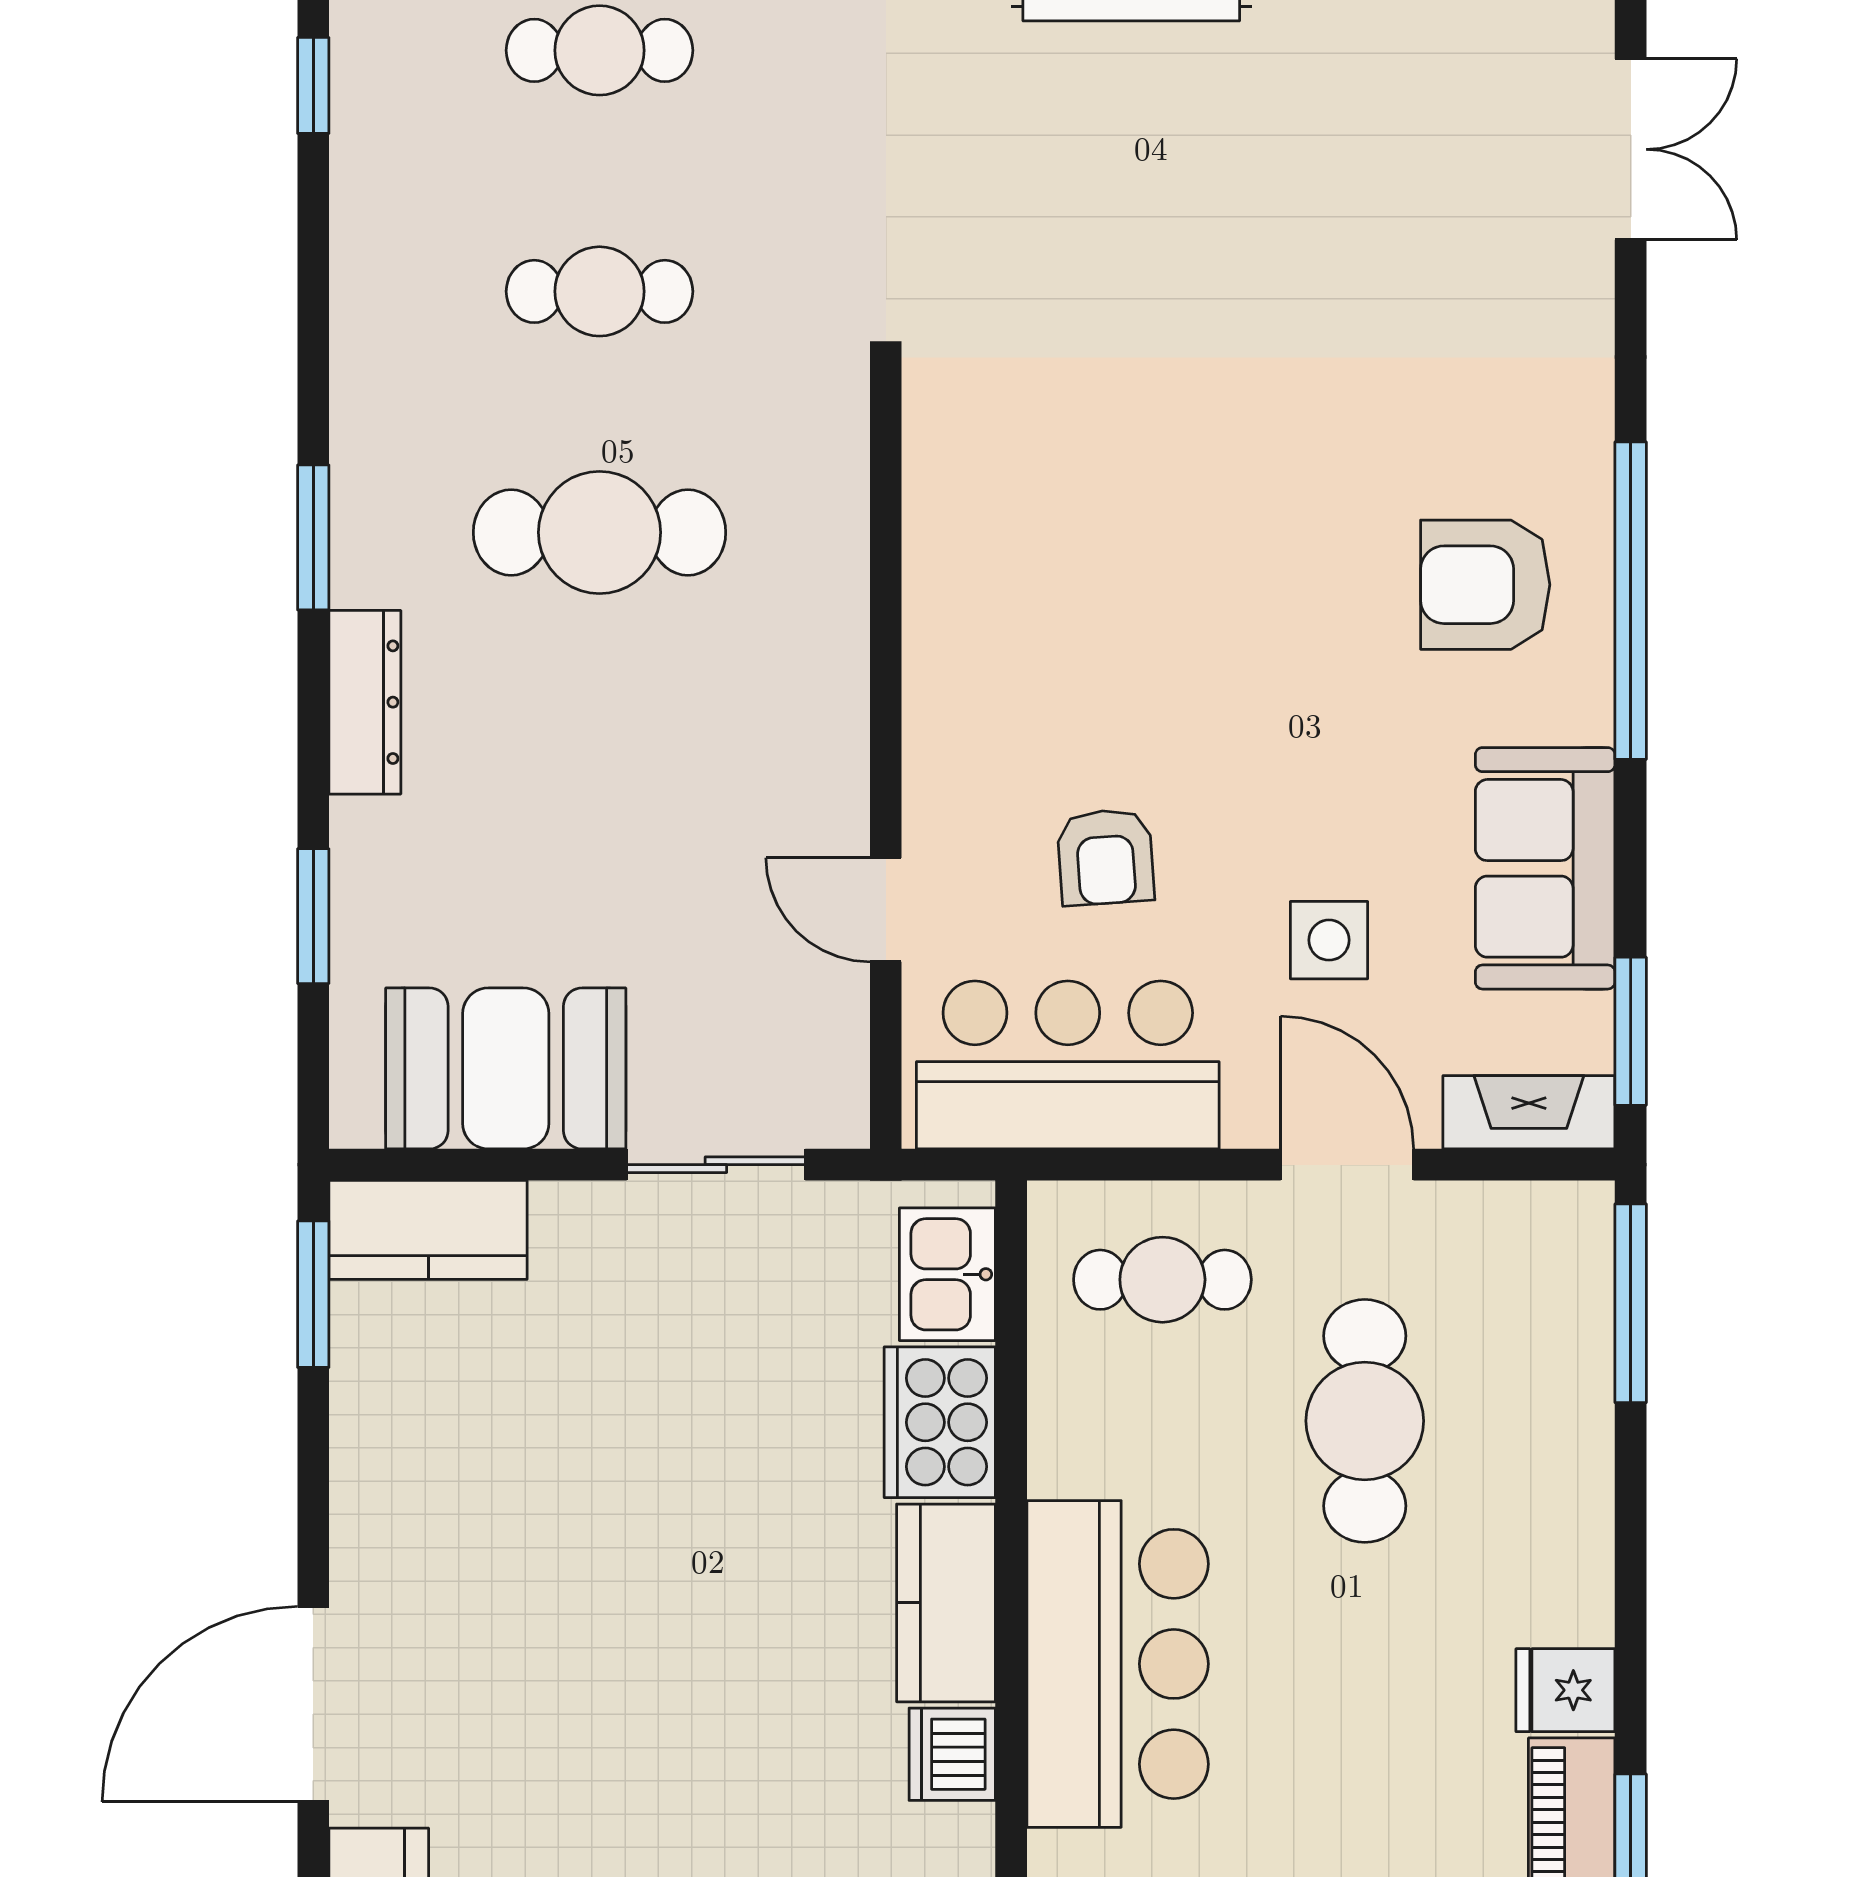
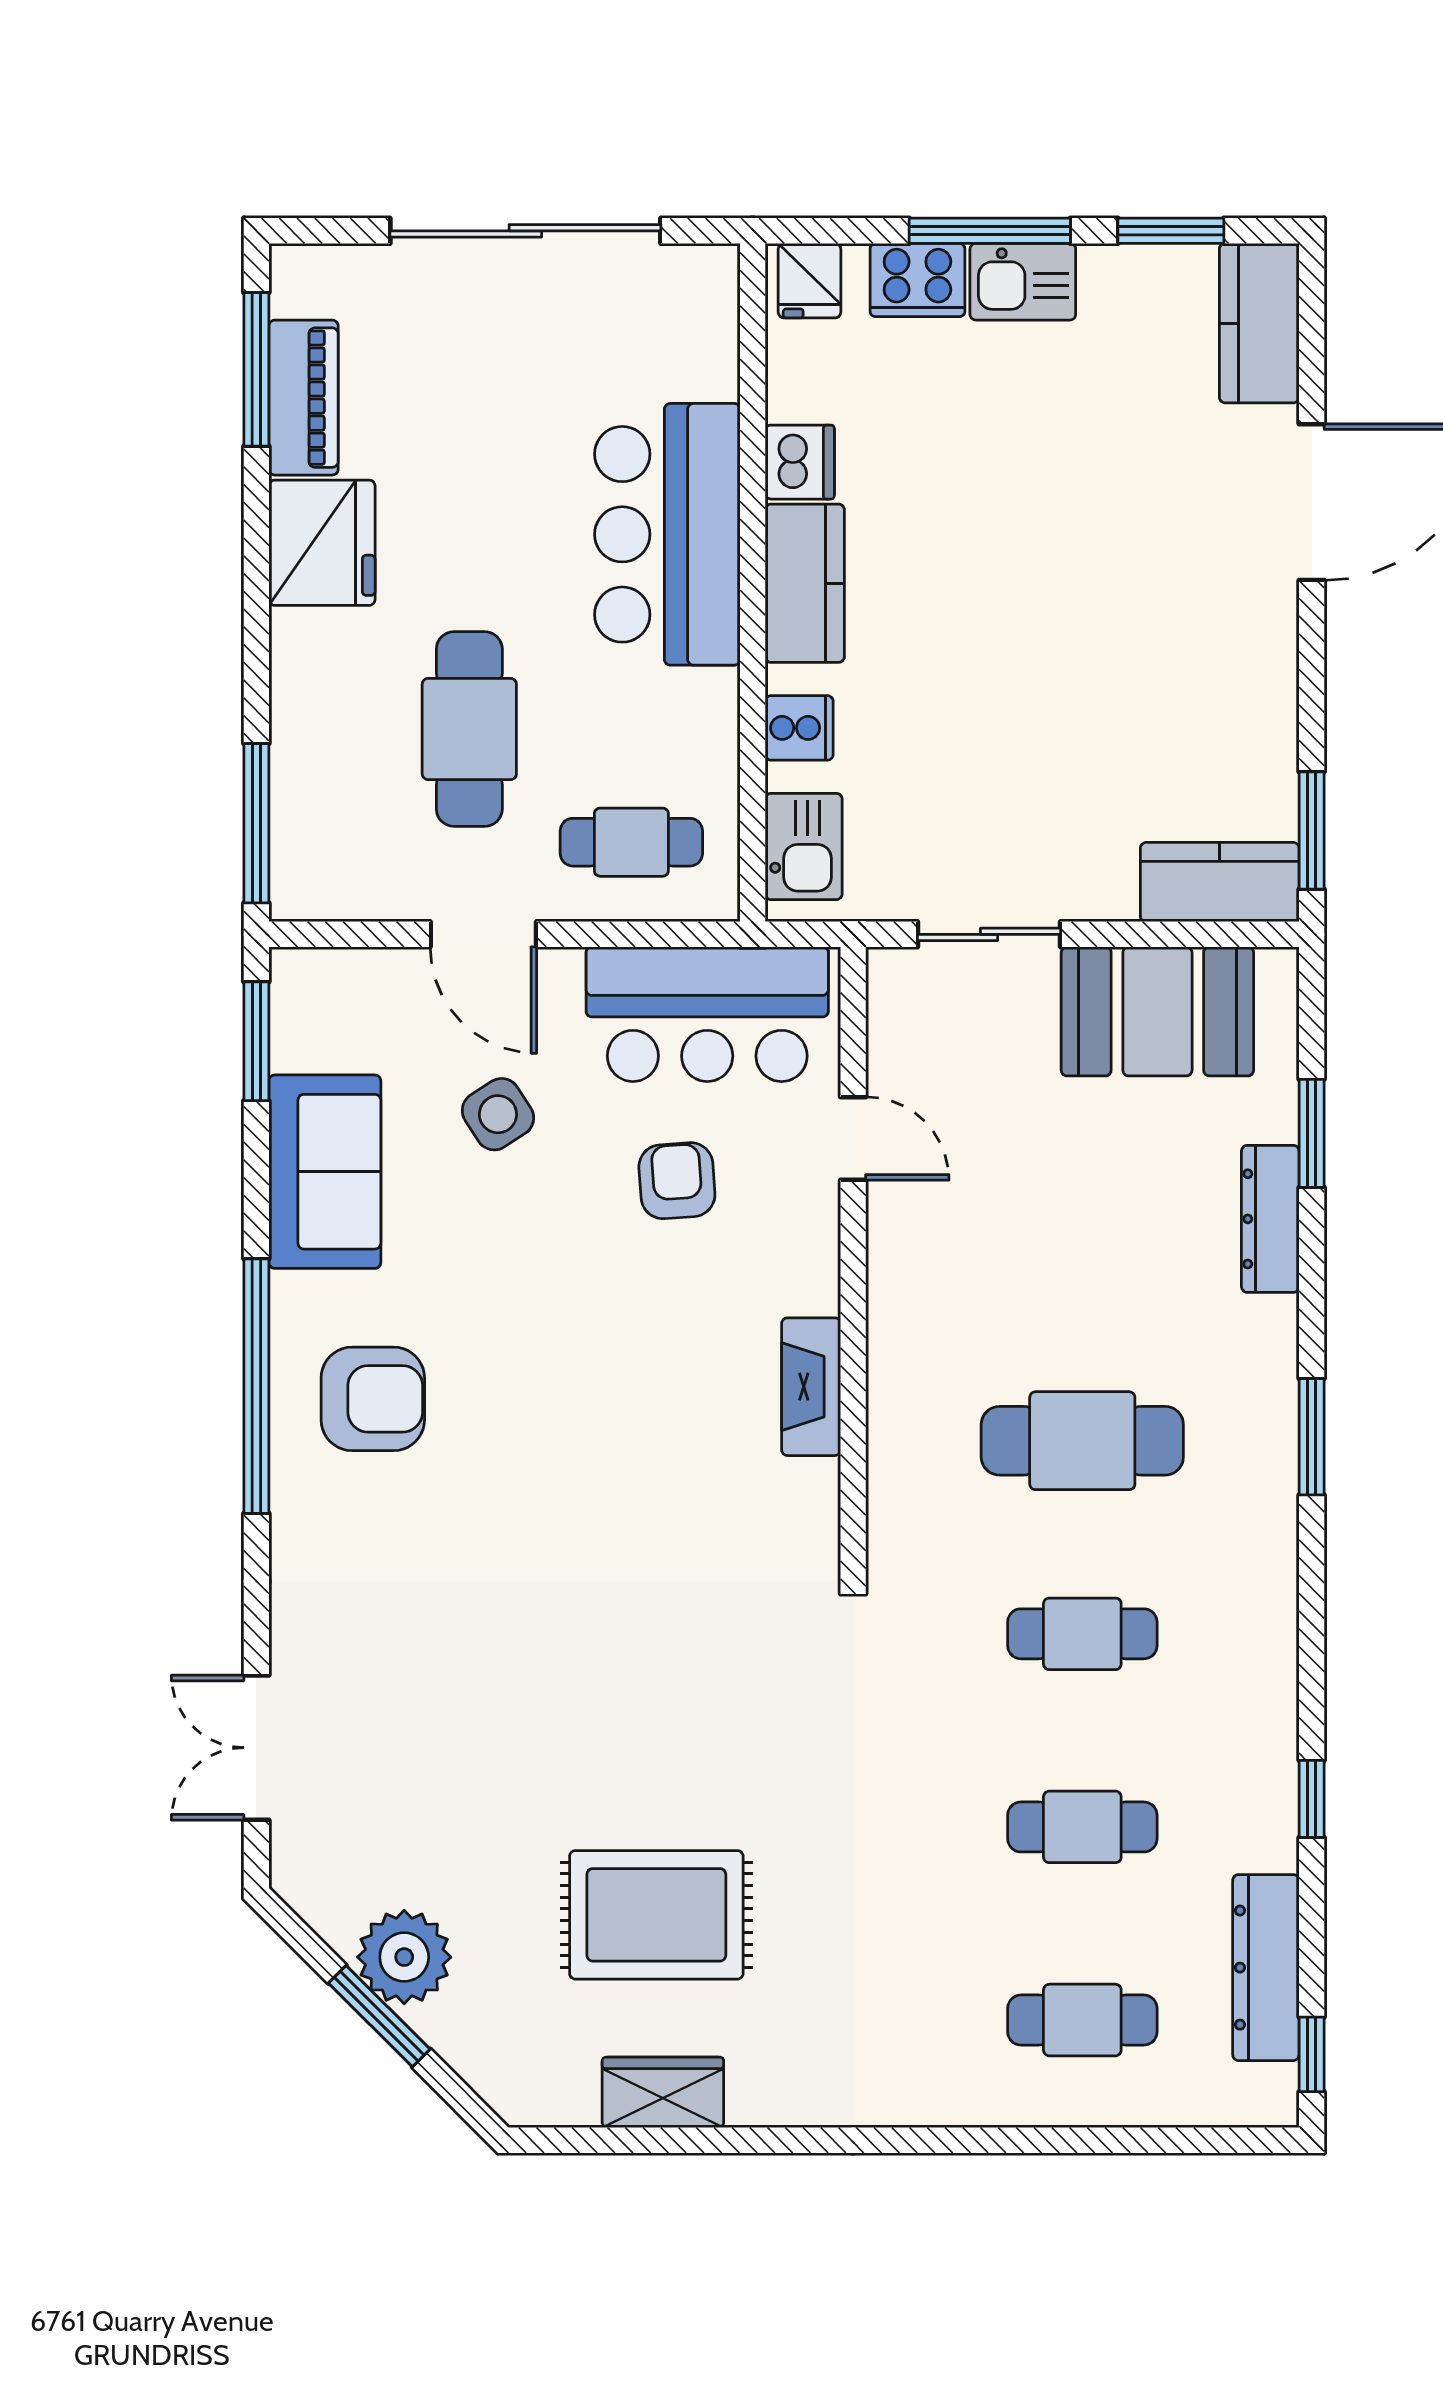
dresser: (365, 702) -> (1270, 1219), moved
side table: (1329, 940) -> (498, 1114), turned -33
fireplace: (1529, 1112) -> (811, 1387), moved, turned 90
cooker: (940, 1422) -> (799, 728), width x0.53, depth x0.76
fridge: (1565, 1690) -> (322, 543), width x1.88, depth x1.34

